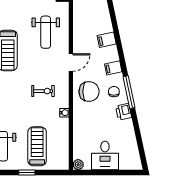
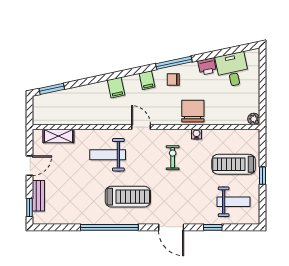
weight bench: (46, 32) -> (108, 155), turned 180
chair: (89, 92) -> (193, 111), moved
printer: (124, 112) -> (207, 66), moved
desk: (105, 155) -> (232, 70), moved, turned -102

